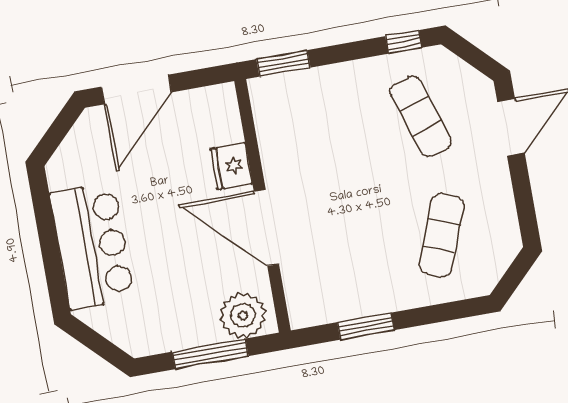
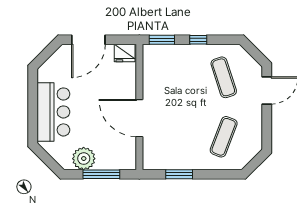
window: (404, 42) -> (198, 40), moved
fridge: (231, 166) -> (125, 53), moved, turned -90
plant: (243, 315) -> (84, 159), moved

